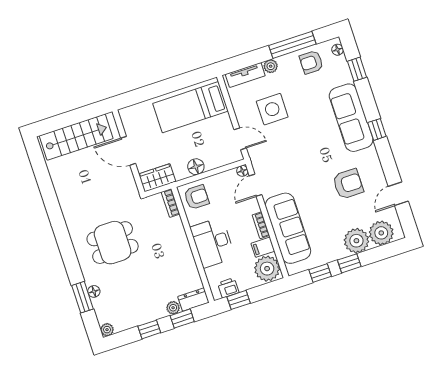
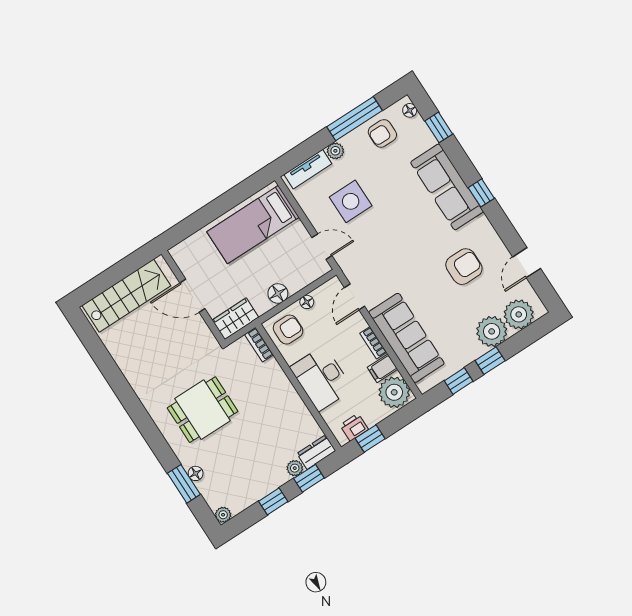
floor lamp: (242, 171) -> (307, 302), moved

